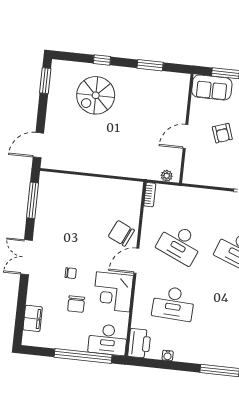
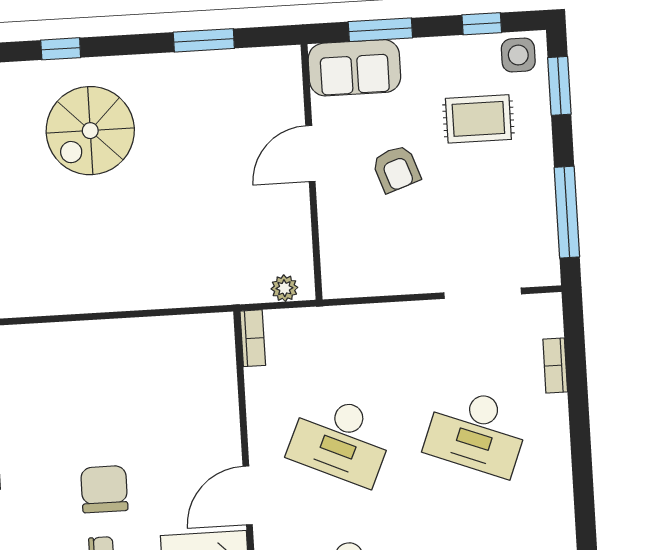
window: (102, 60) -> (61, 49), moved
door: (185, 136) -> (310, 154), moved
chair: (121, 233) -> (104, 489), moved, turned 65

